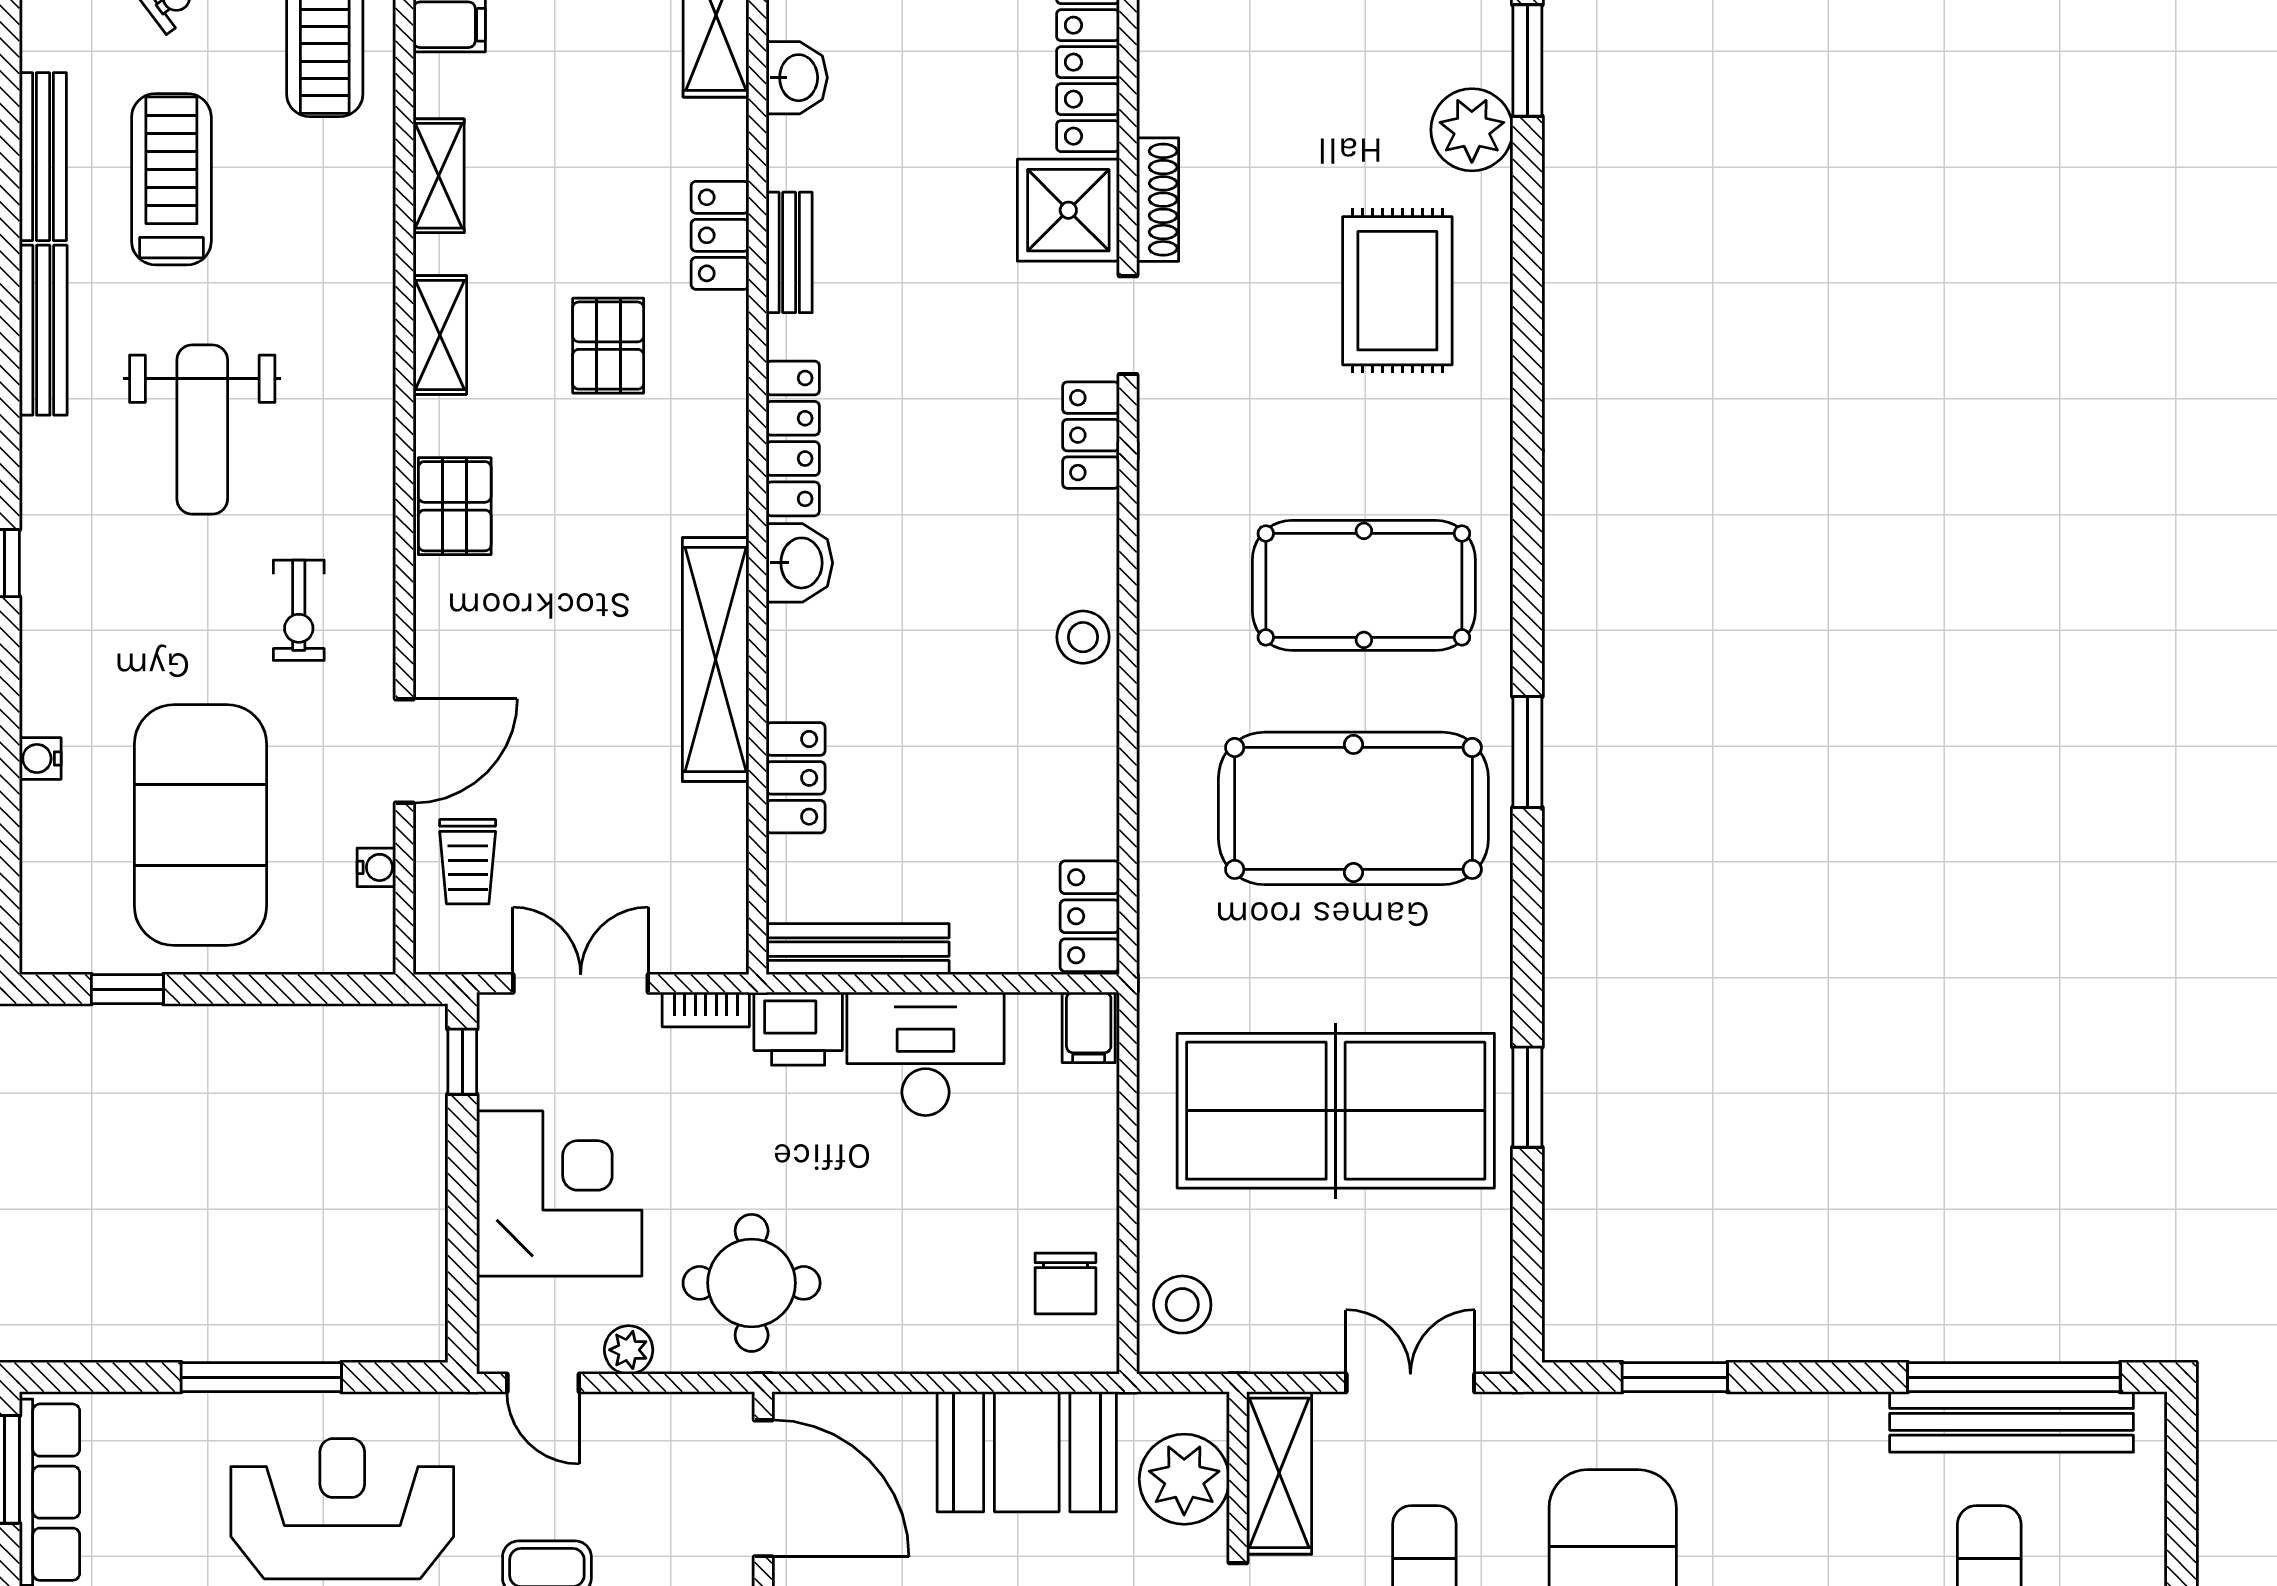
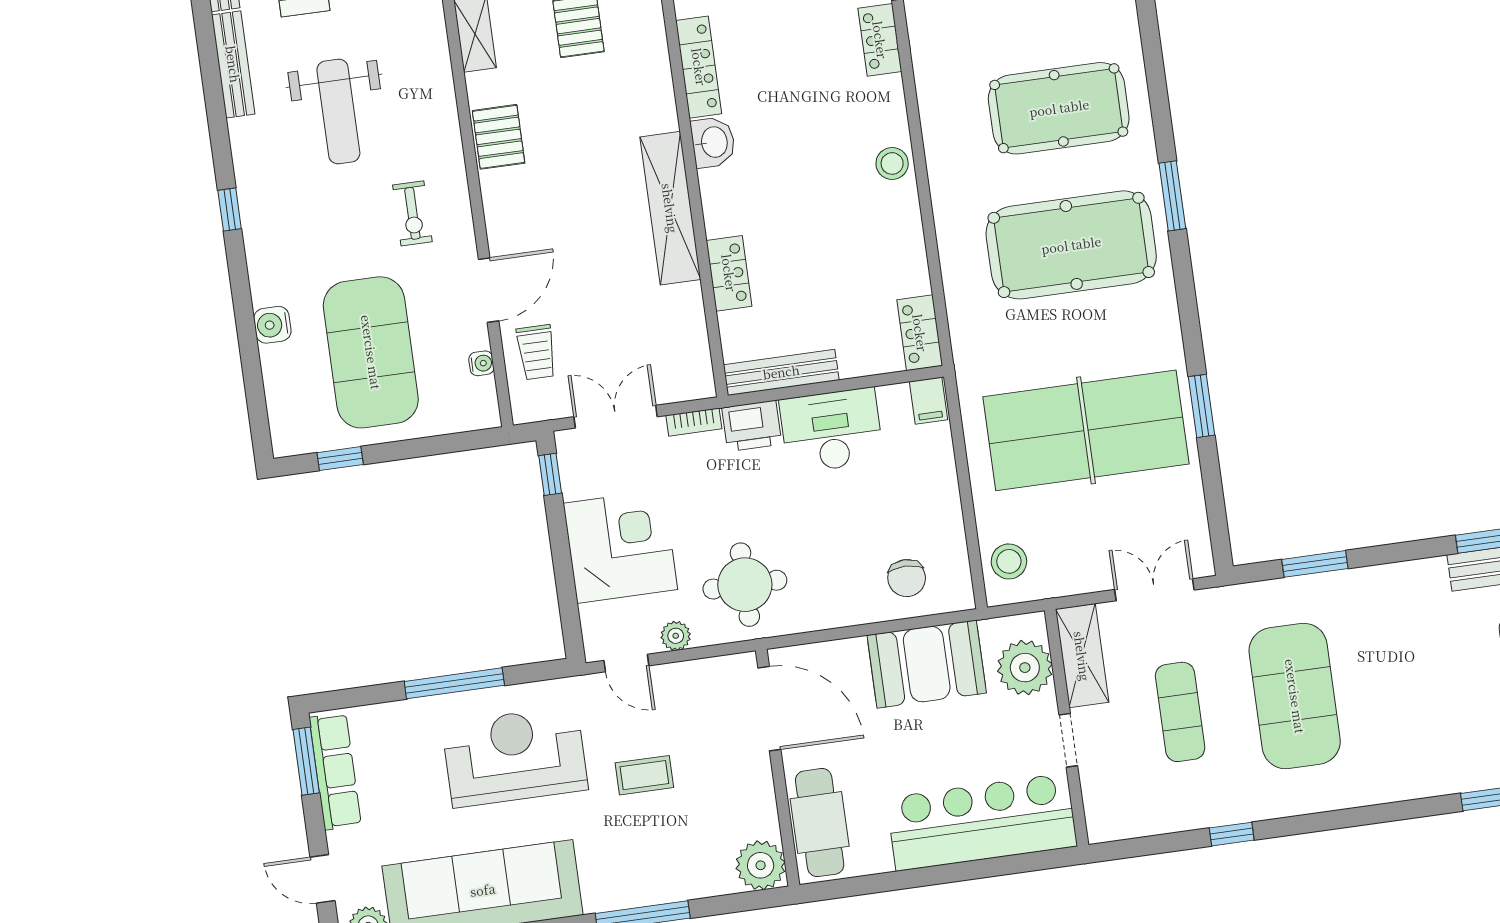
water cooler: (40, 758) -> (272, 325), width x1.38, depth x1.38
chair: (1065, 1283) -> (907, 578), moved

